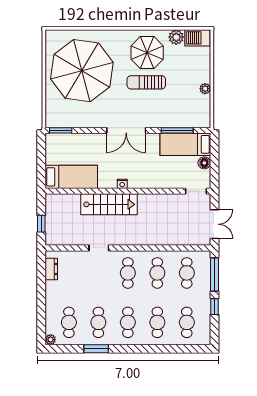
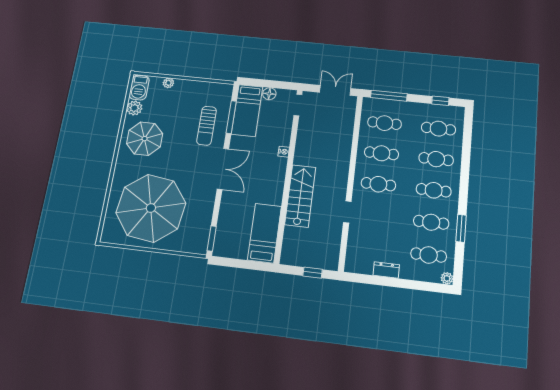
sun lounger: (146, 82) -> (207, 126), moved
plant: (205, 89) -> (168, 83), moved
nightstand: (122, 184) -> (284, 152), moved
dresser: (51, 269) -> (386, 270), moved
window: (214, 307) -> (440, 101), moved

